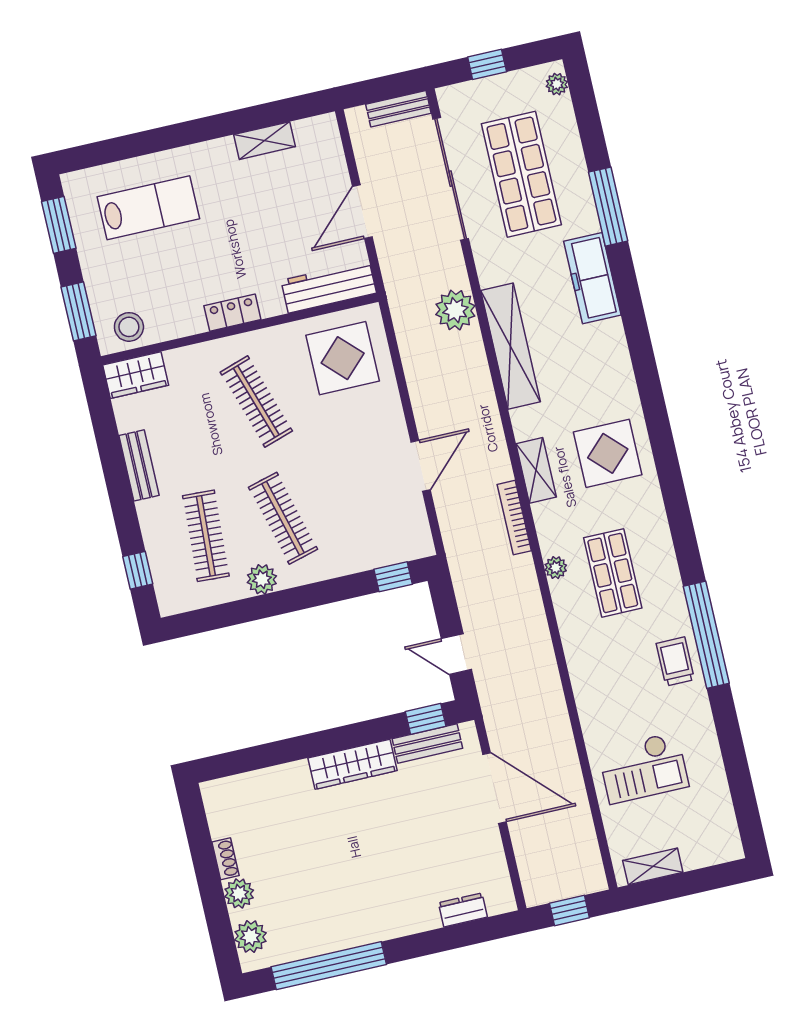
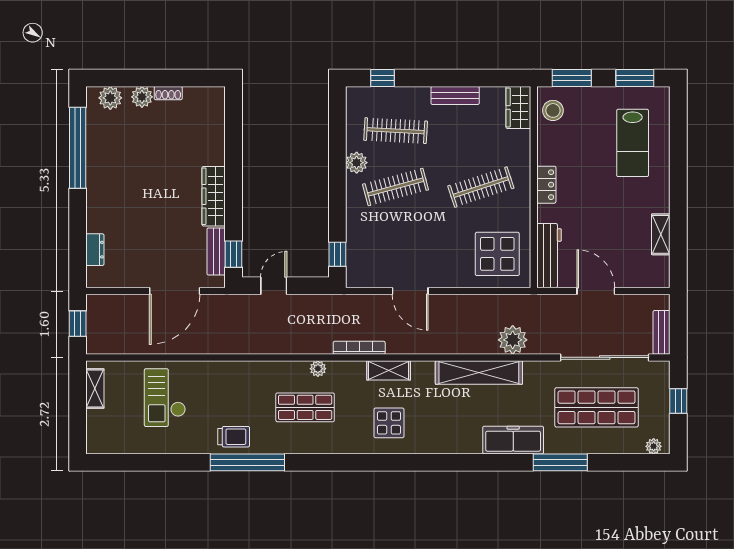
display table: (608, 453) -> (389, 423), width x0.73, depth x0.73

